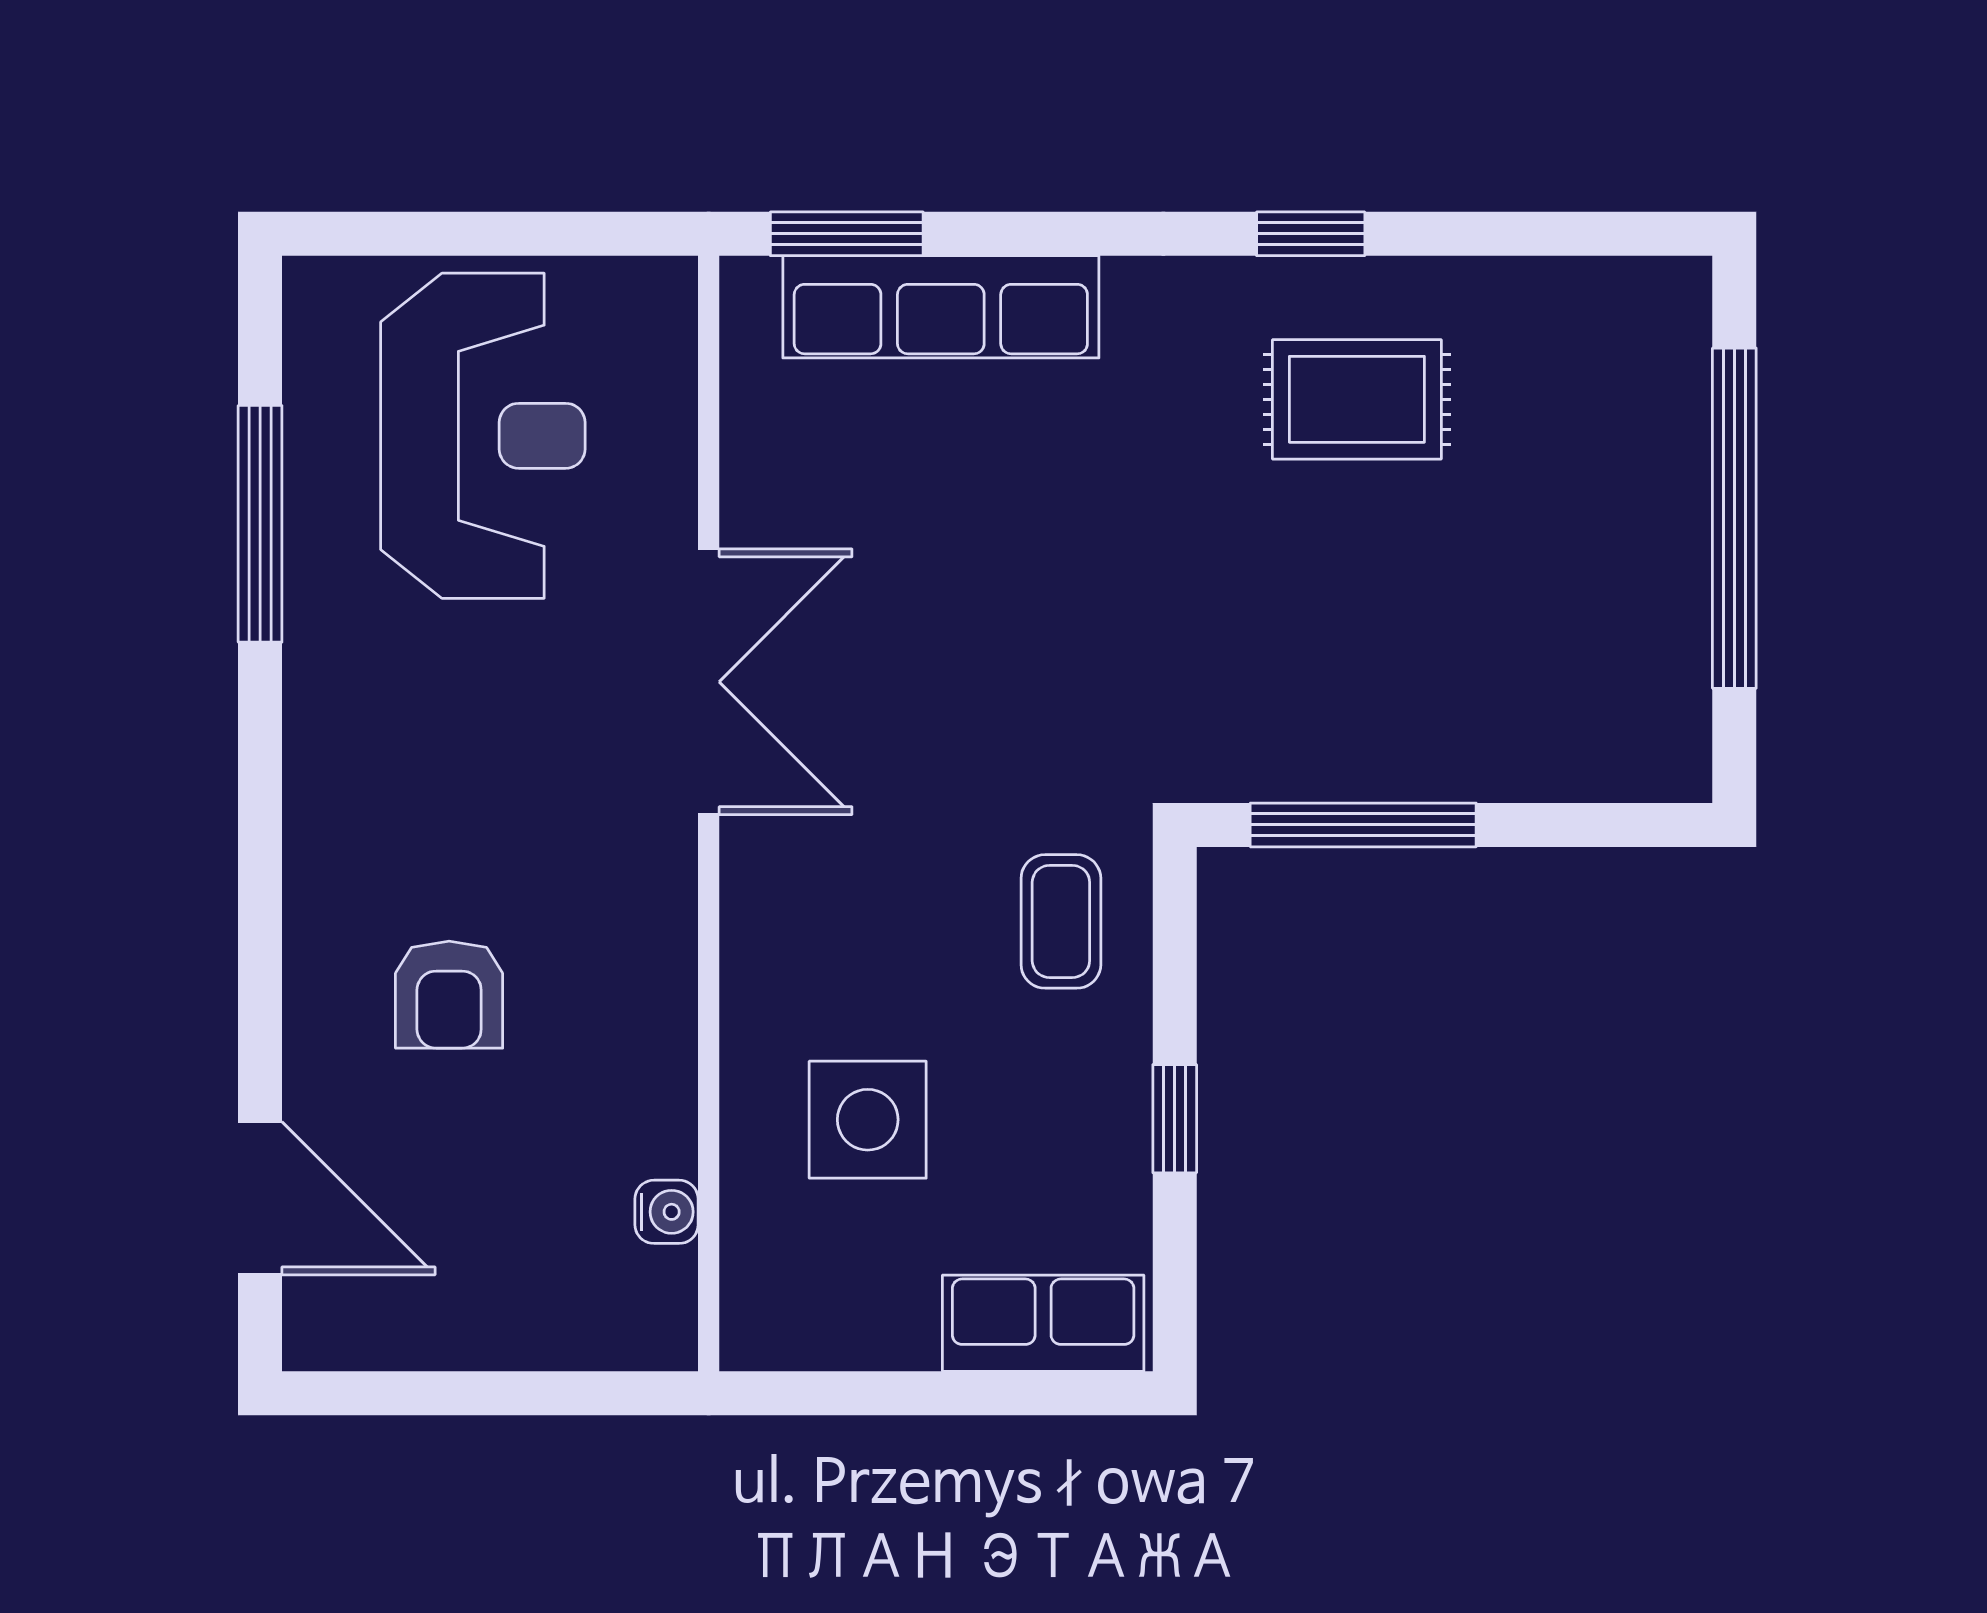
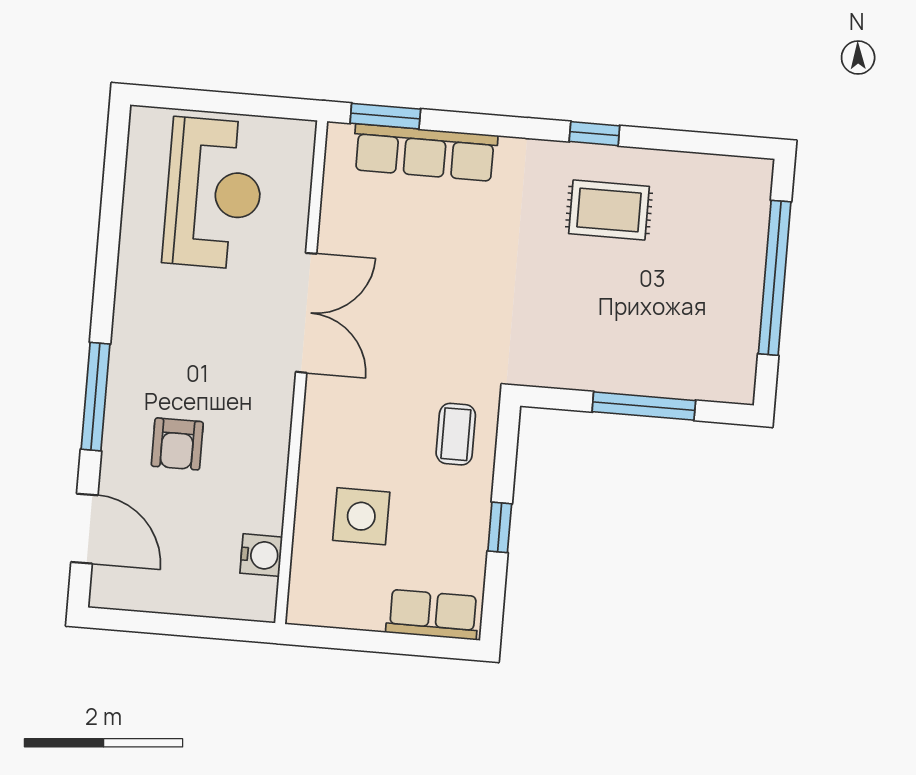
window: (260, 524) -> (95, 397), moved
window: (1363, 825) -> (644, 406), moved
water cooler: (667, 1212) -> (261, 555), width x1.38, depth x1.38

